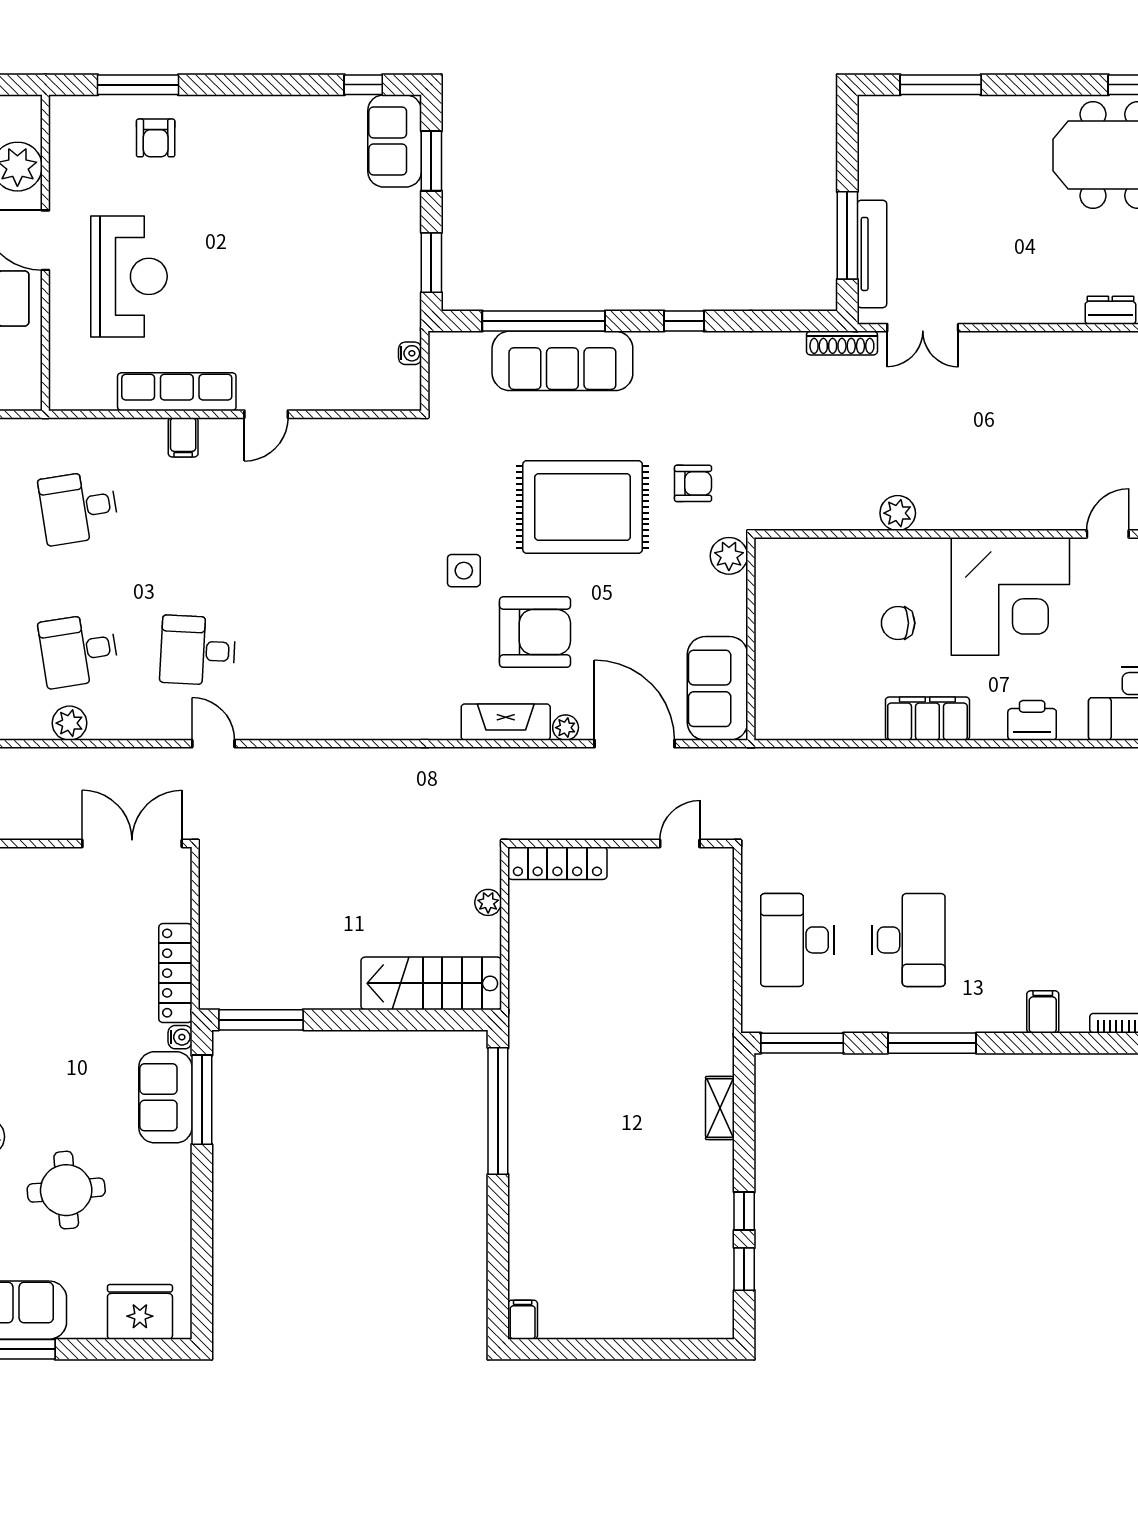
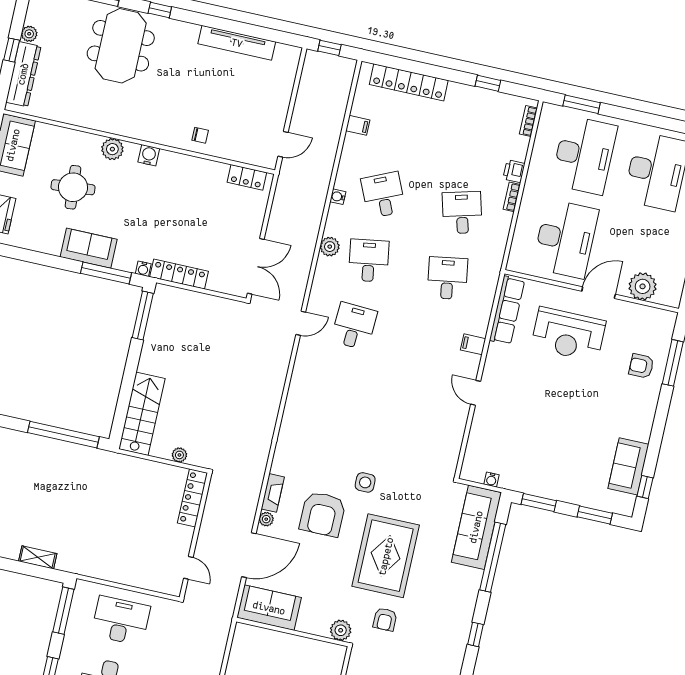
sofa: (395, 141) -> (628, 466), moved, turned -90
sofa: (562, 361) -> (476, 527), moved
row of seats: (177, 392) -> (507, 310), moved
fireplace: (506, 722) -> (273, 493), width x0.73, depth x0.76
sofa: (165, 1097) -> (89, 248), moved

